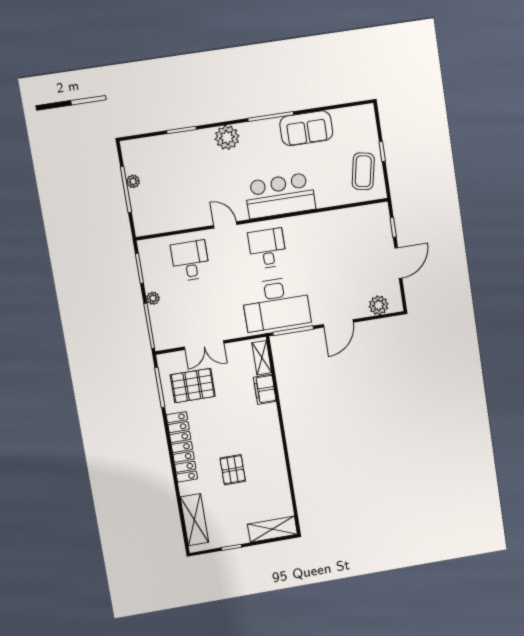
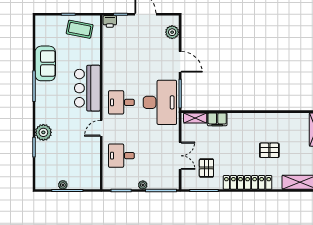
plant: (227, 137) -> (43, 132), moved
printer: (381, 213) -> (110, 21), added
pallet: (193, 386) -> (206, 168), width x0.67, depth x0.71

